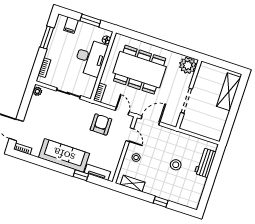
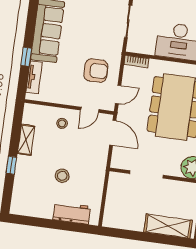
shelving: (133, 183) -> (26, 140), moved

